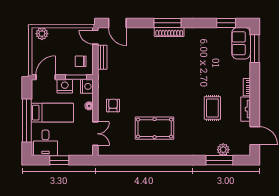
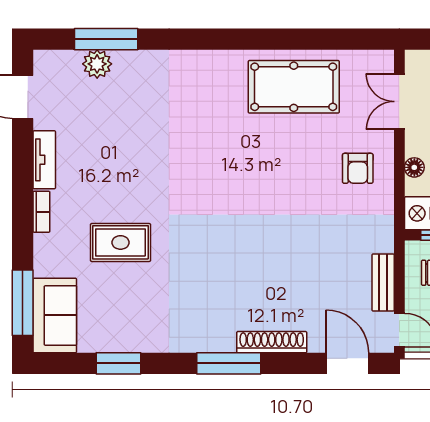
window: (226, 23) -> (119, 363), moved
shoe rack: (169, 32) -> (272, 342), moved
rug: (212, 108) -> (121, 242), moved, turned 90
pool table: (155, 128) -> (294, 87), moved

